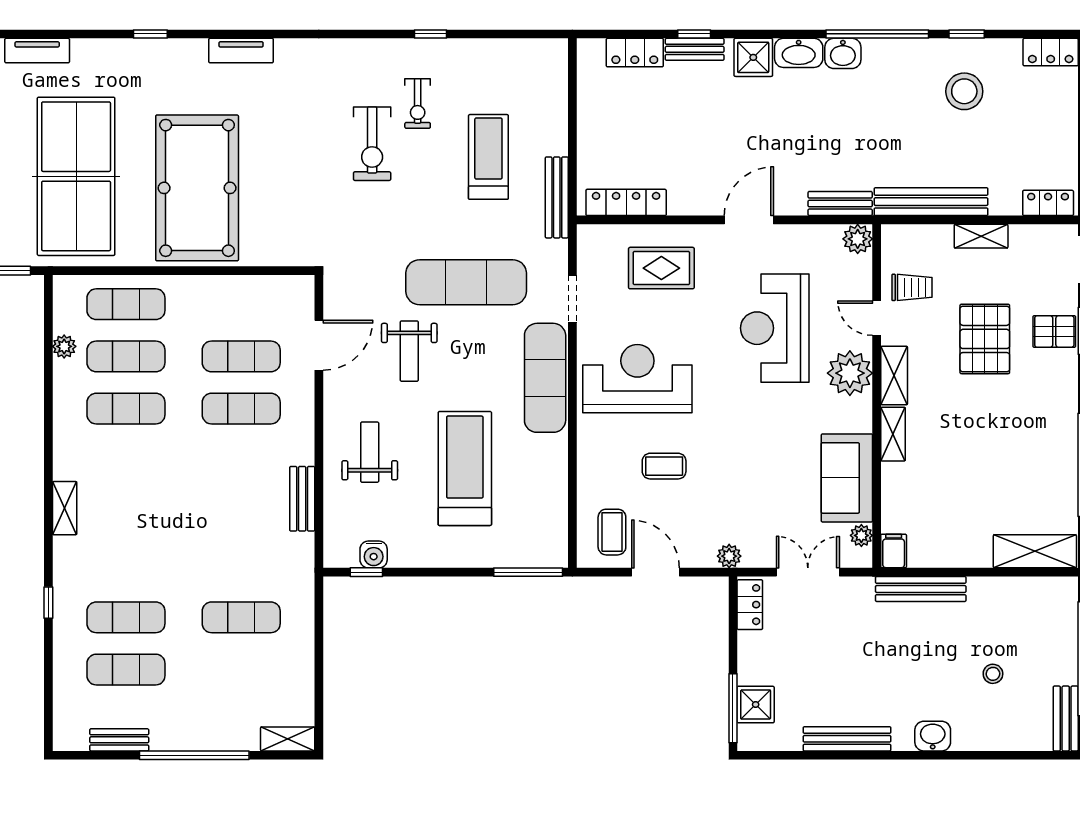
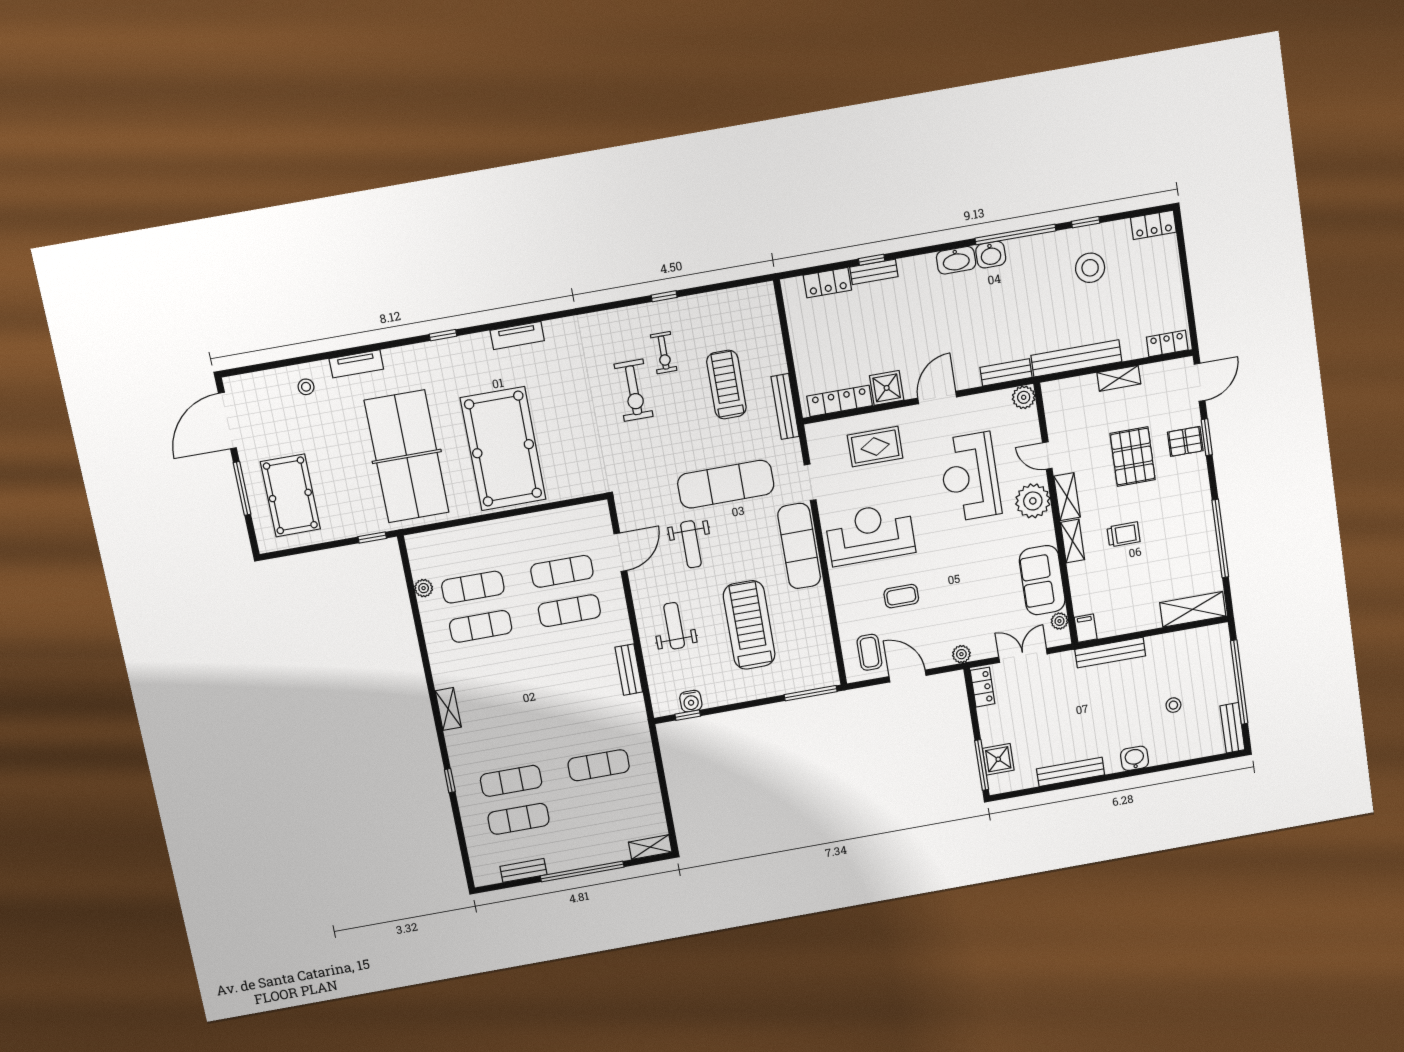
shower: (753, 57) -> (887, 388), moved
trolley: (912, 287) -> (1124, 534), moved
exercise mat: (126, 304) -> (465, 548), removed

